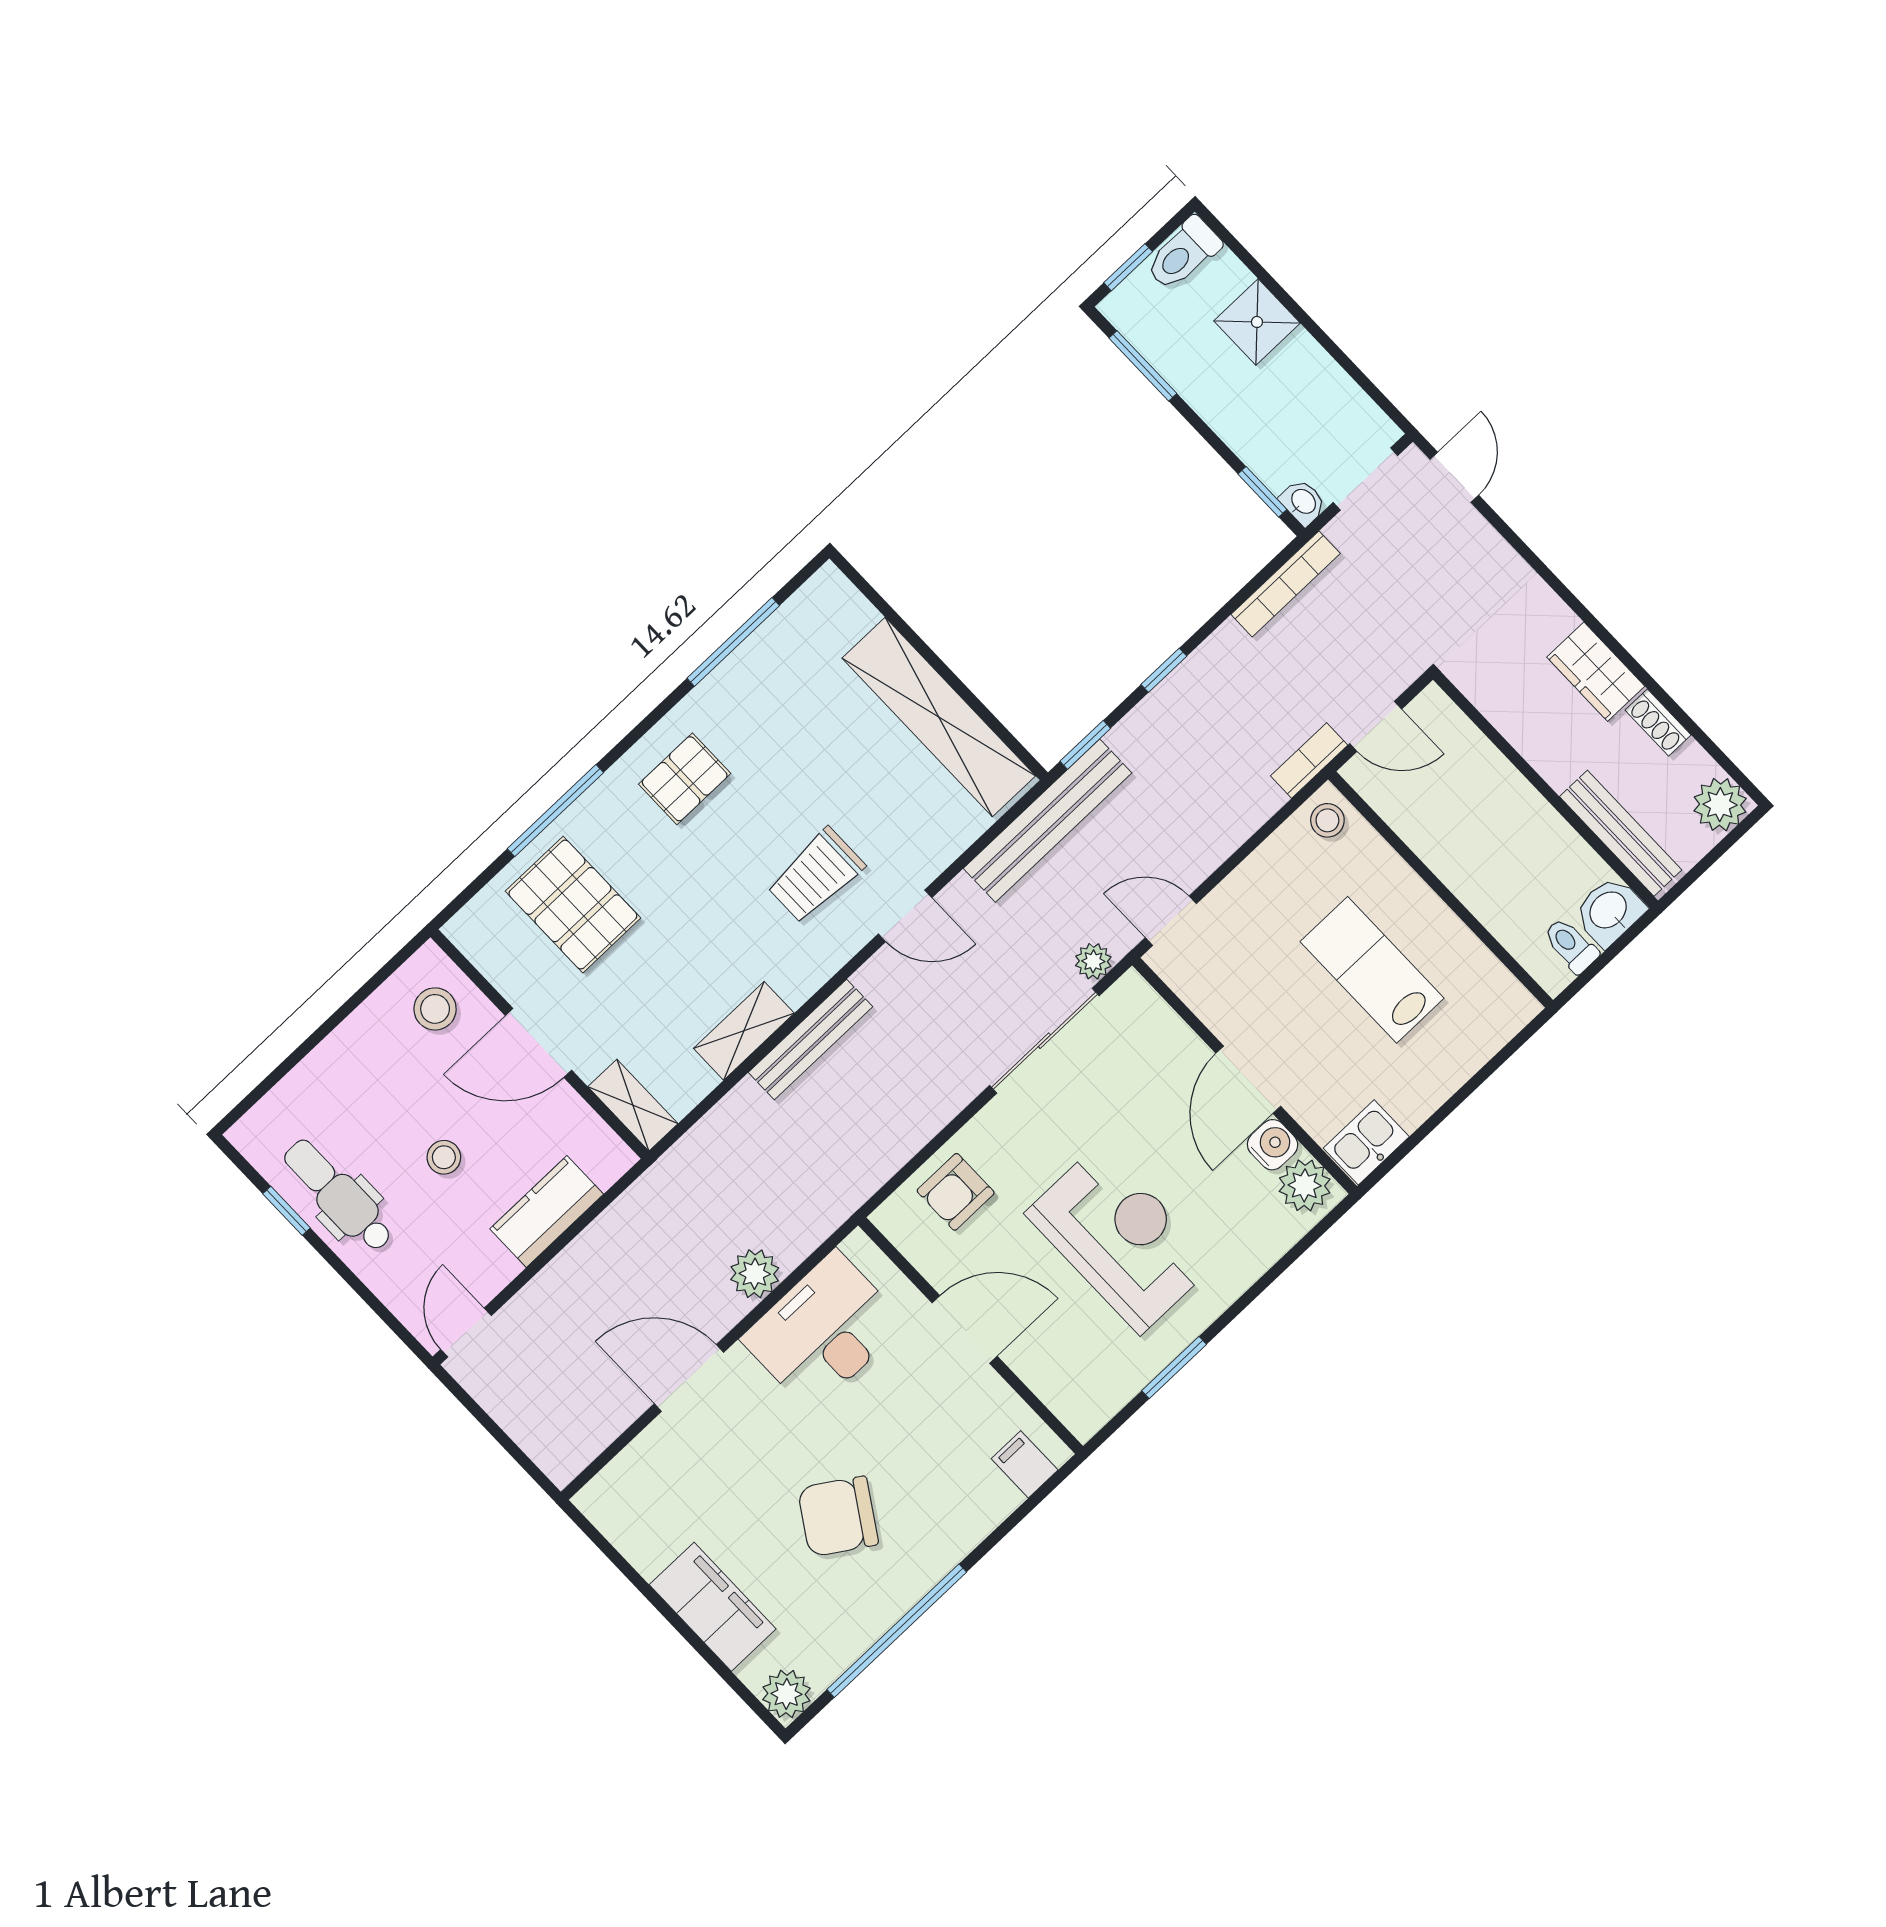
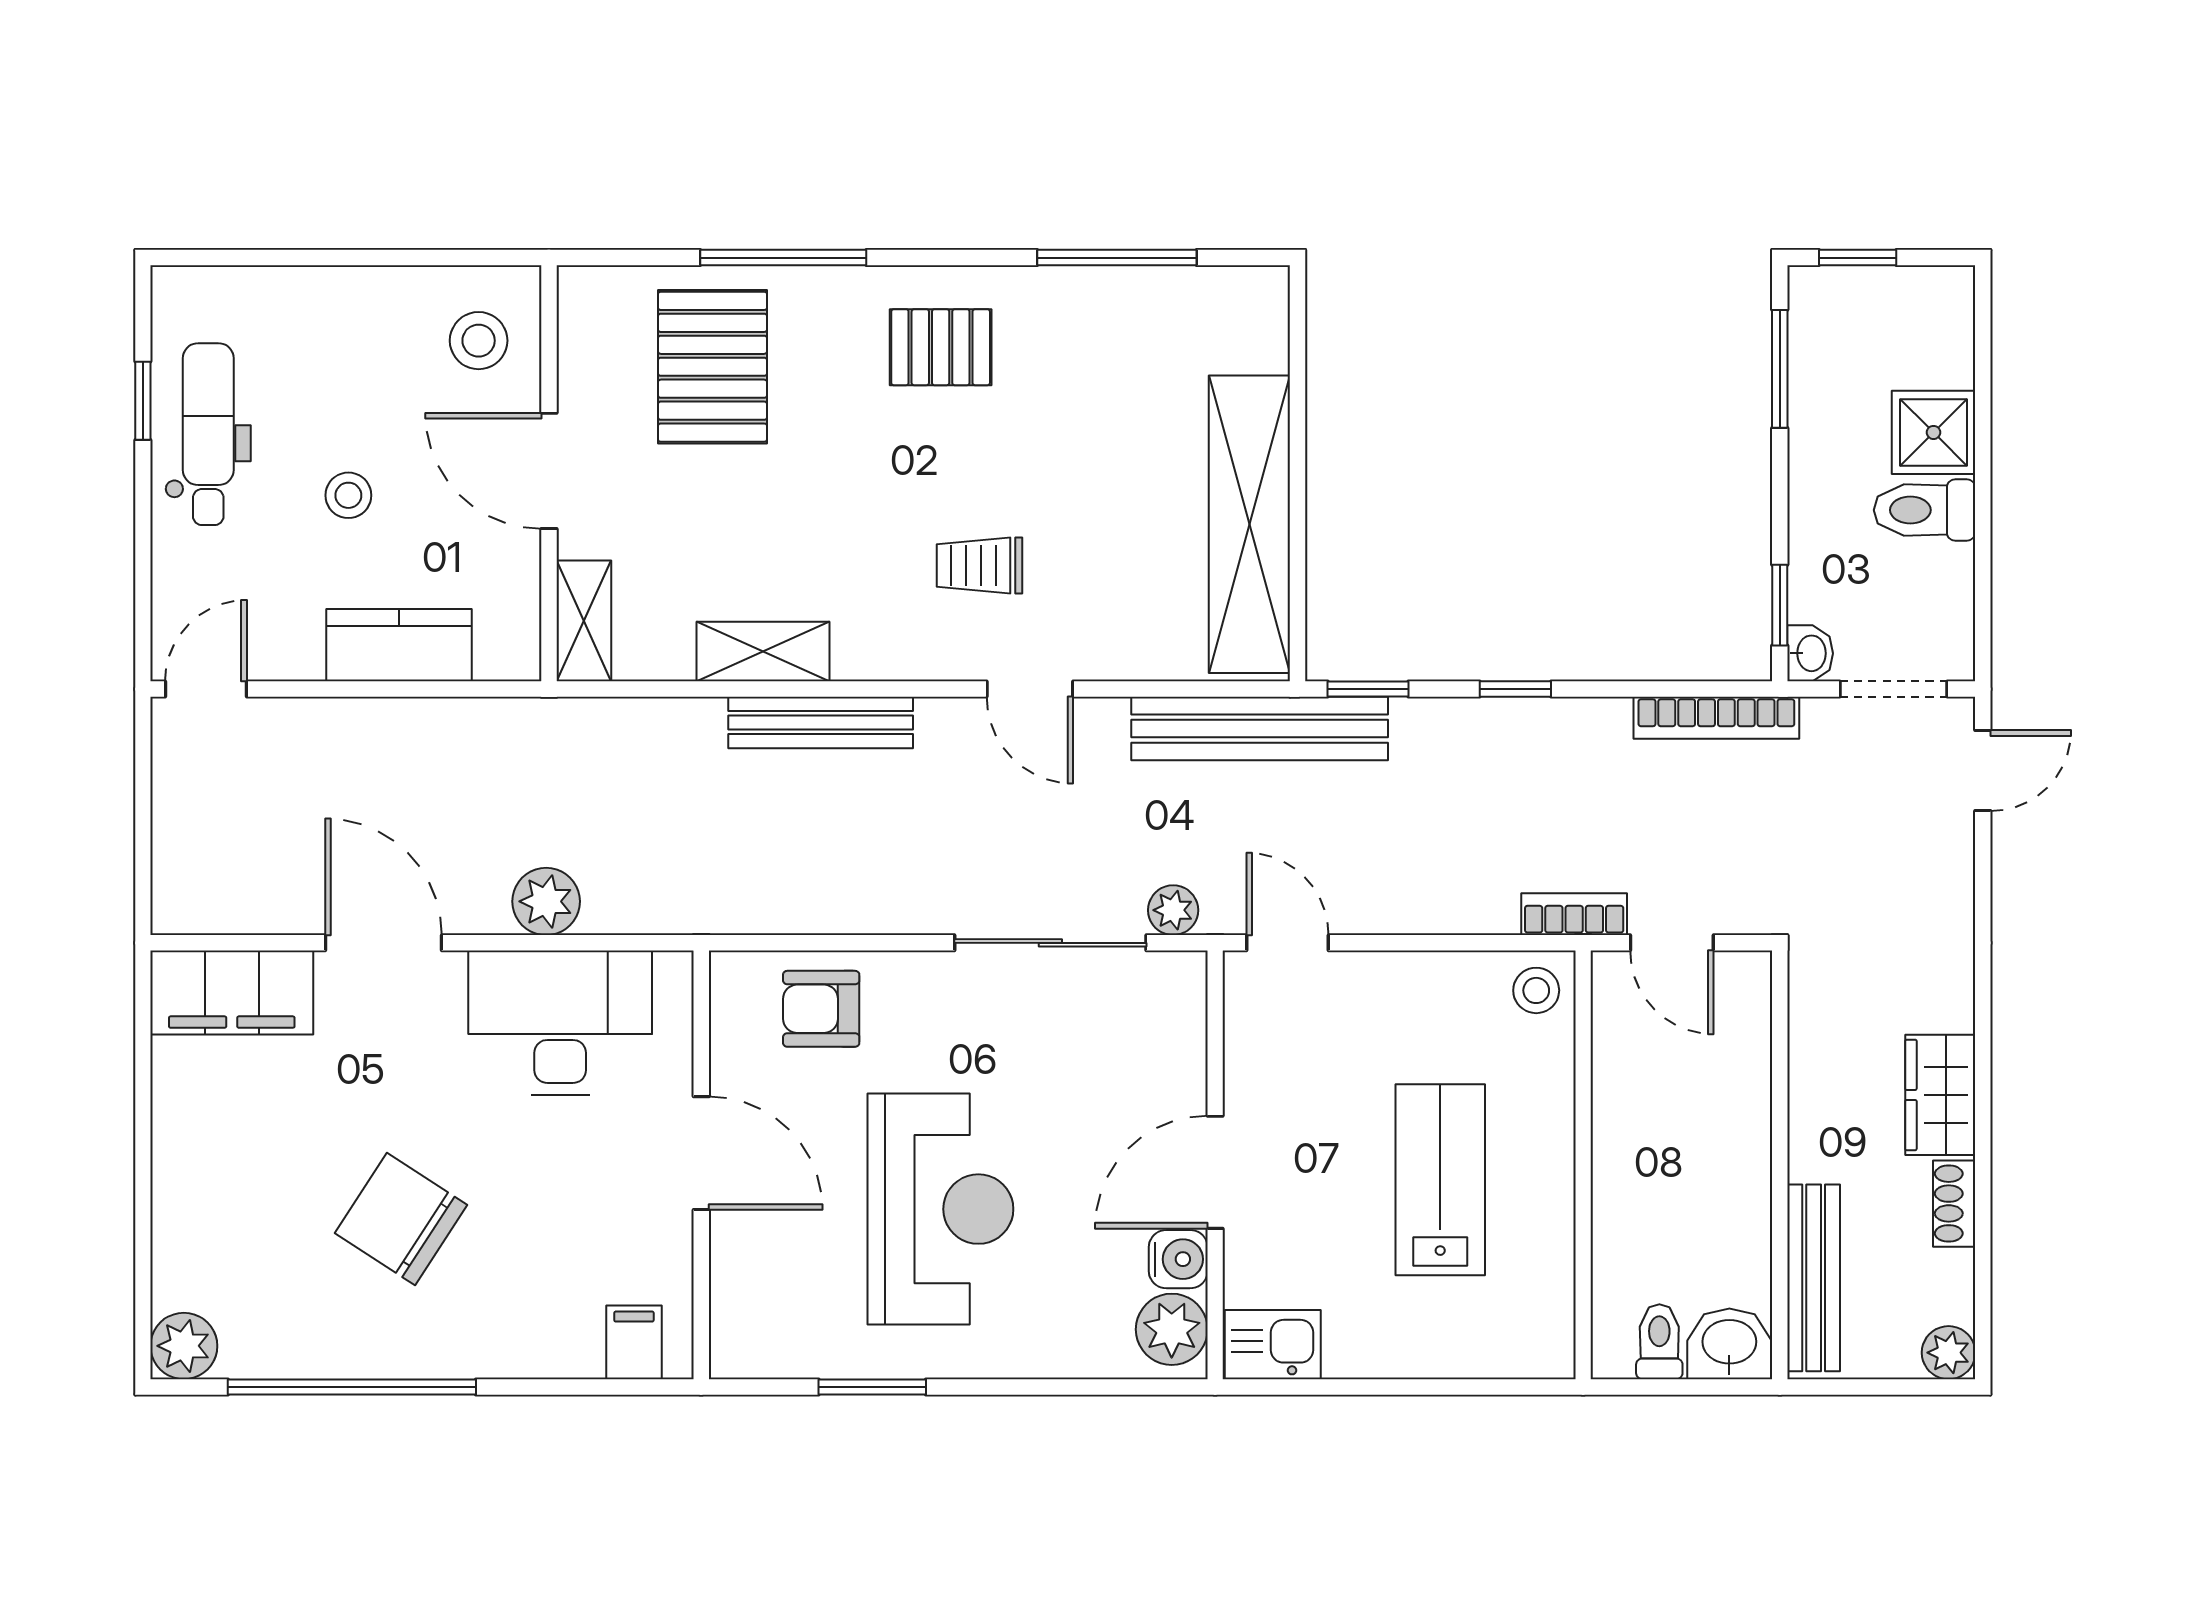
toilet: (1183, 254) -> (1925, 510), moved
plant: (1720, 805) -> (1949, 1353), width x0.73, depth x0.73
trolley: (816, 875) -> (979, 566), width x0.73, depth x0.72
filing cabinet: (713, 1607) -> (232, 993), moved, turned 90

